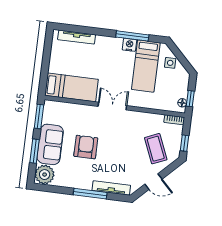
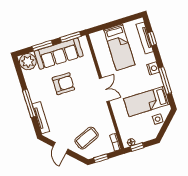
window: (81, 29) -> (152, 39), added
nightstand: (129, 45) -> (153, 68), moved
bed: (72, 87) -> (119, 47), moved
sofa: (50, 144) -> (59, 54), width x1.36

